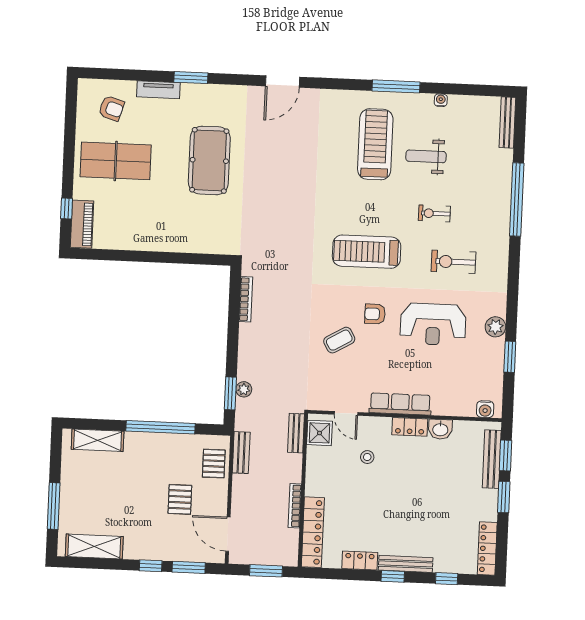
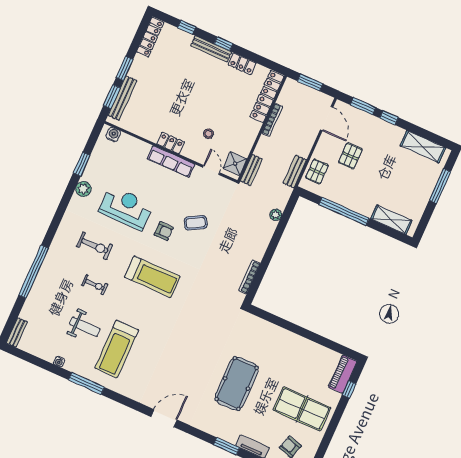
bench: (507, 122) -> (17, 332), width x0.73
window: (230, 393) -> (286, 216), removed
washbasin: (440, 429) -> (150, 133), removed

